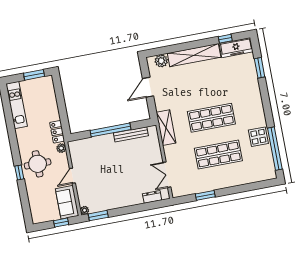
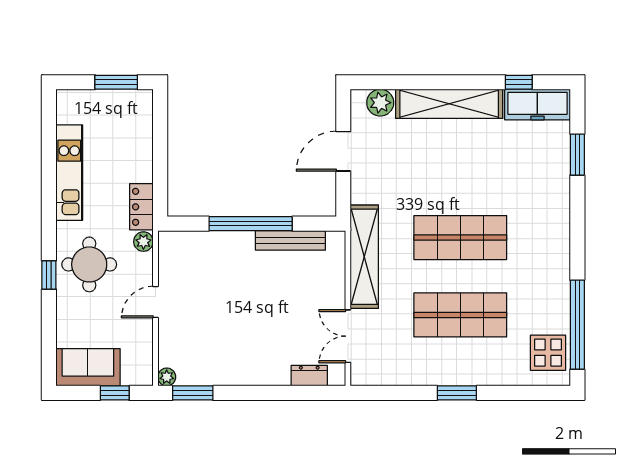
kitchen unit: (17, 105) -> (69, 173), moved
shelving: (166, 128) -> (364, 257), width x1.47
display table: (258, 137) -> (548, 353), moved
window: (205, 195) -> (457, 393), moved
sofa: (67, 202) -> (88, 367), moved, turned 90

